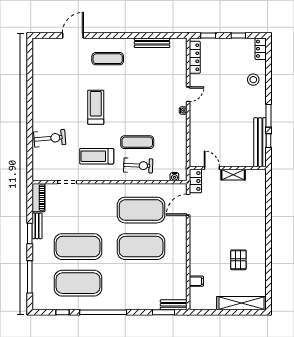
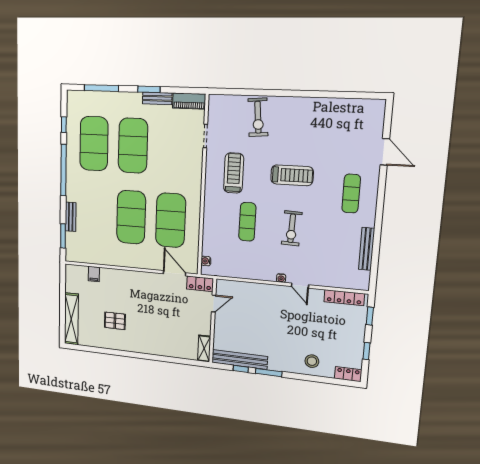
exercise bike: (138, 165) -> (292, 228), moved
shelving: (233, 175) -> (204, 349), moved
bench: (174, 305) -> (71, 217), moved

